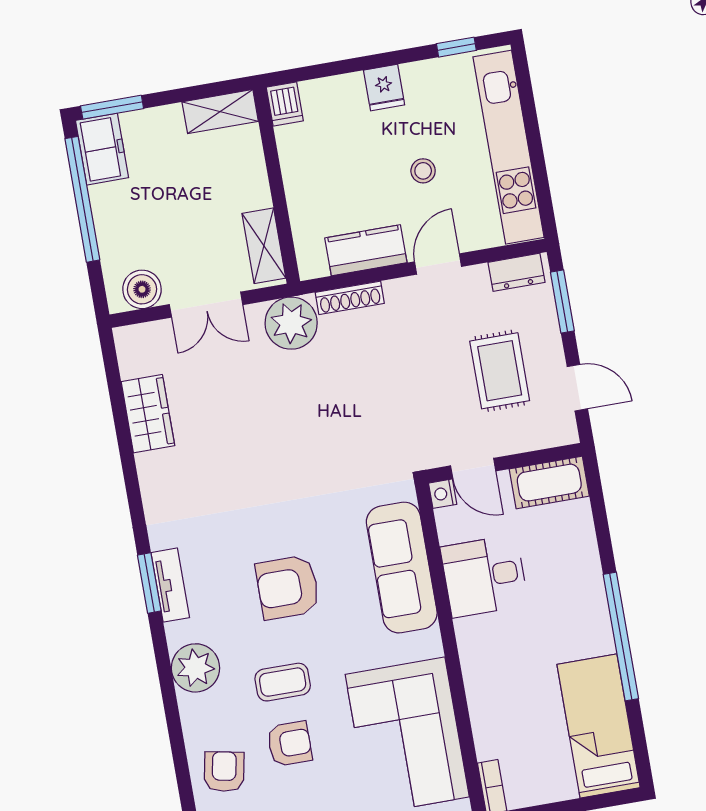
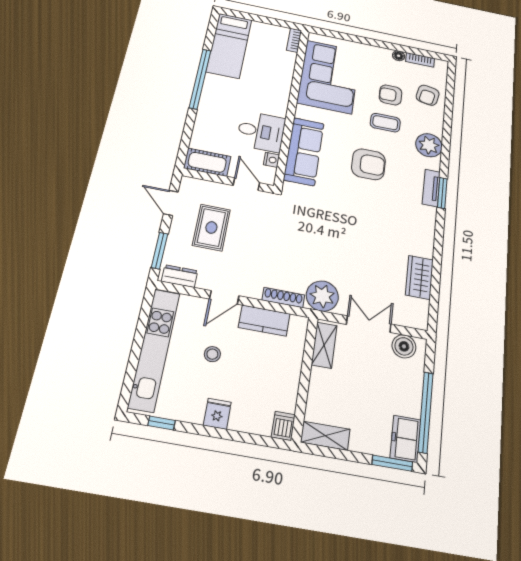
nightstand: (443, 494) -> (271, 160), moved

